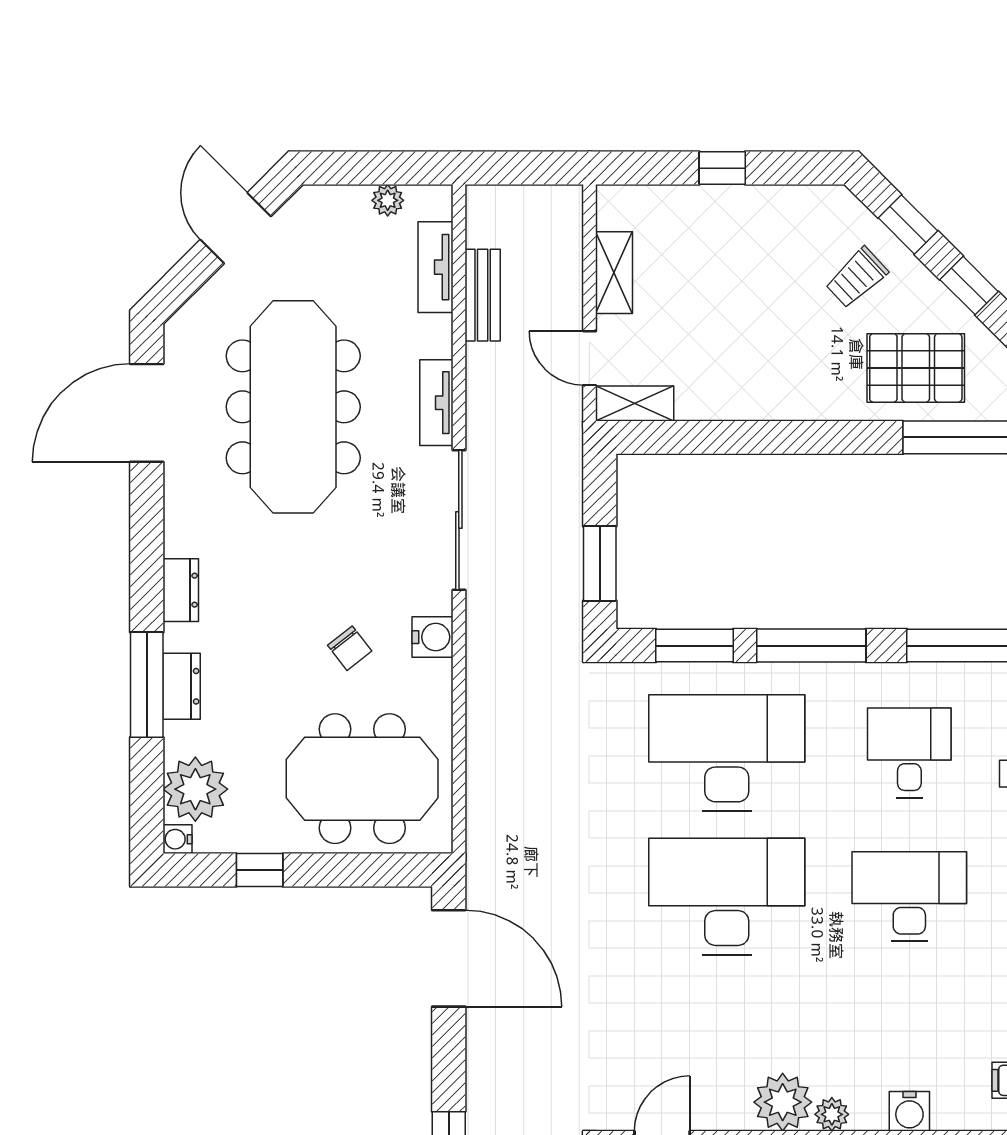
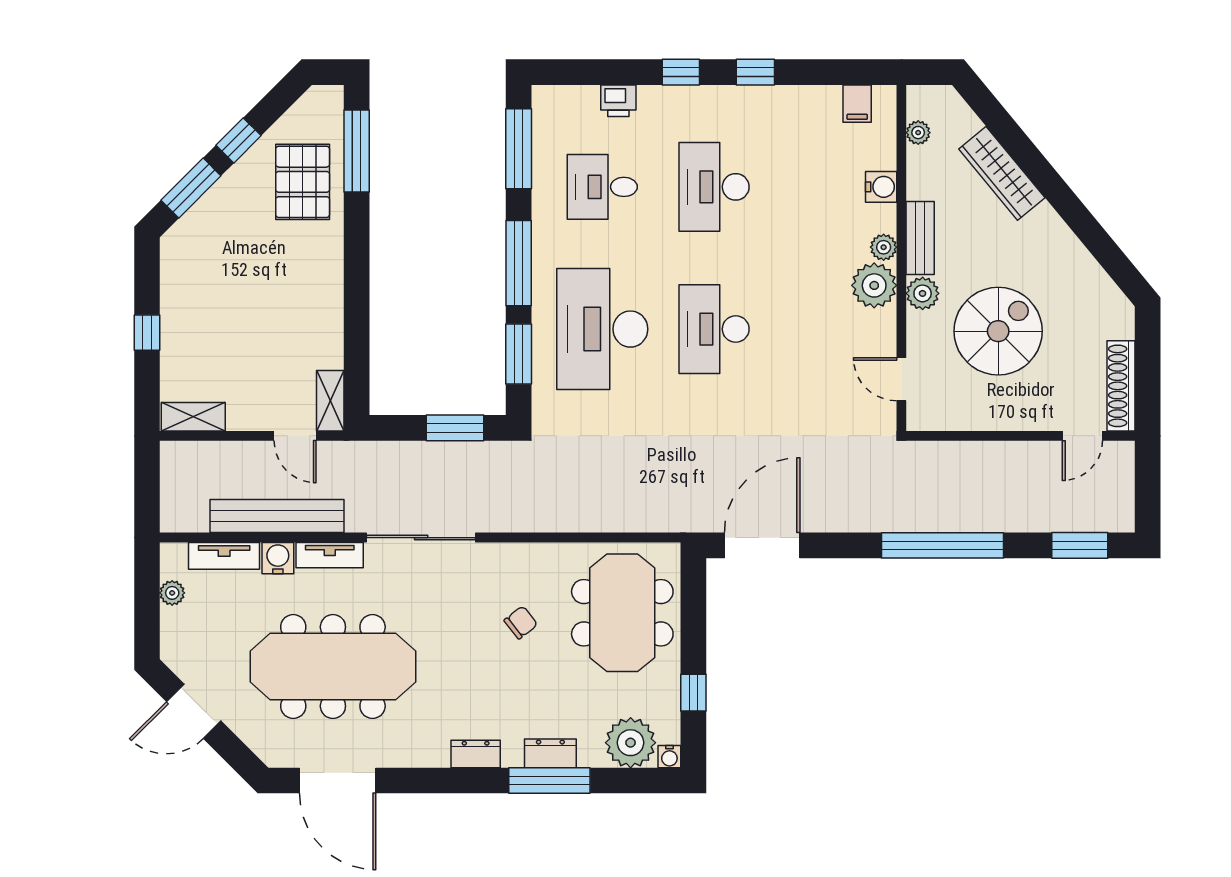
window: (908, 224) -> (191, 188), width x1.50
shelving: (614, 273) -> (193, 417), moved
trolley: (857, 278) -> (232, 228), removed
bench: (483, 295) -> (277, 516), width x1.86, depth x1.21
door: (589, 358) -> (295, 436), hinge flipped
water cooler: (432, 637) -> (278, 558), moved
desk: (727, 896) -> (714, 329), width x0.73, depth x0.77

